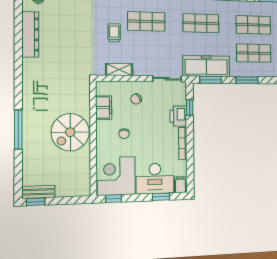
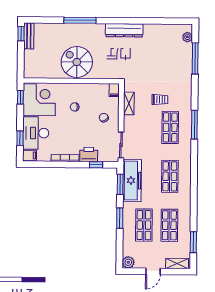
dresser: (30, 34) -> (124, 30), moved
filing cabinet: (104, 108) -> (114, 90), moved, width x0.50

